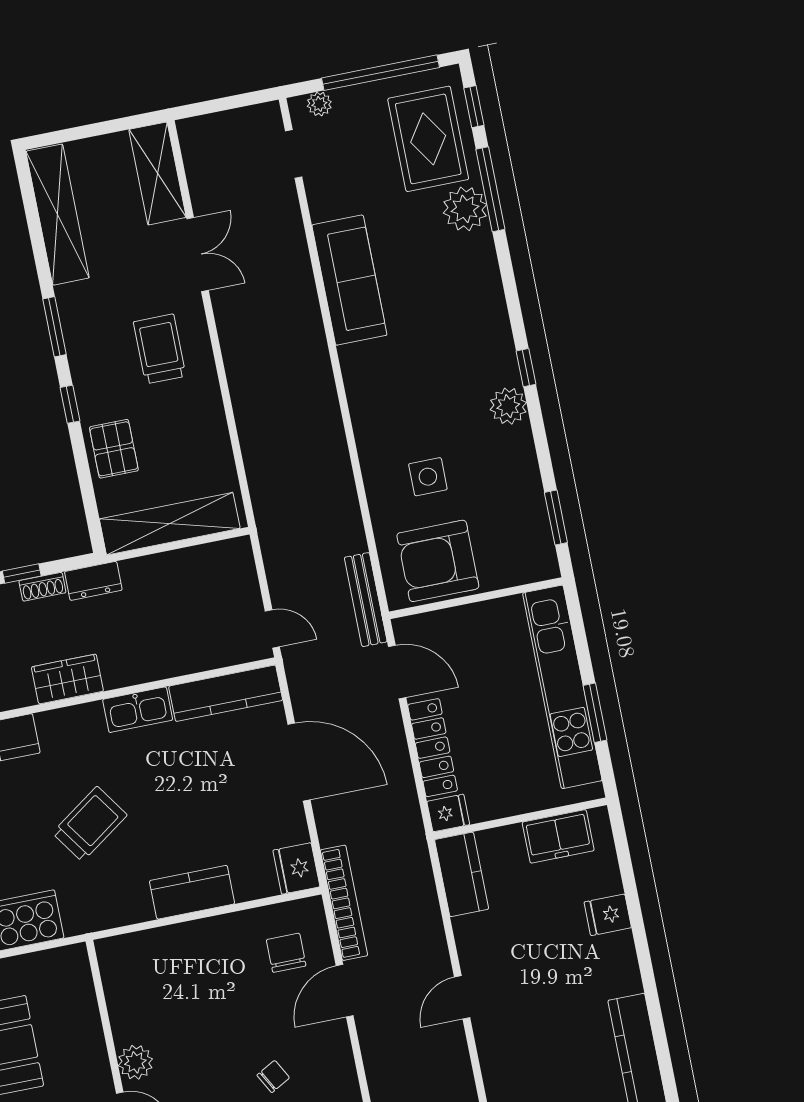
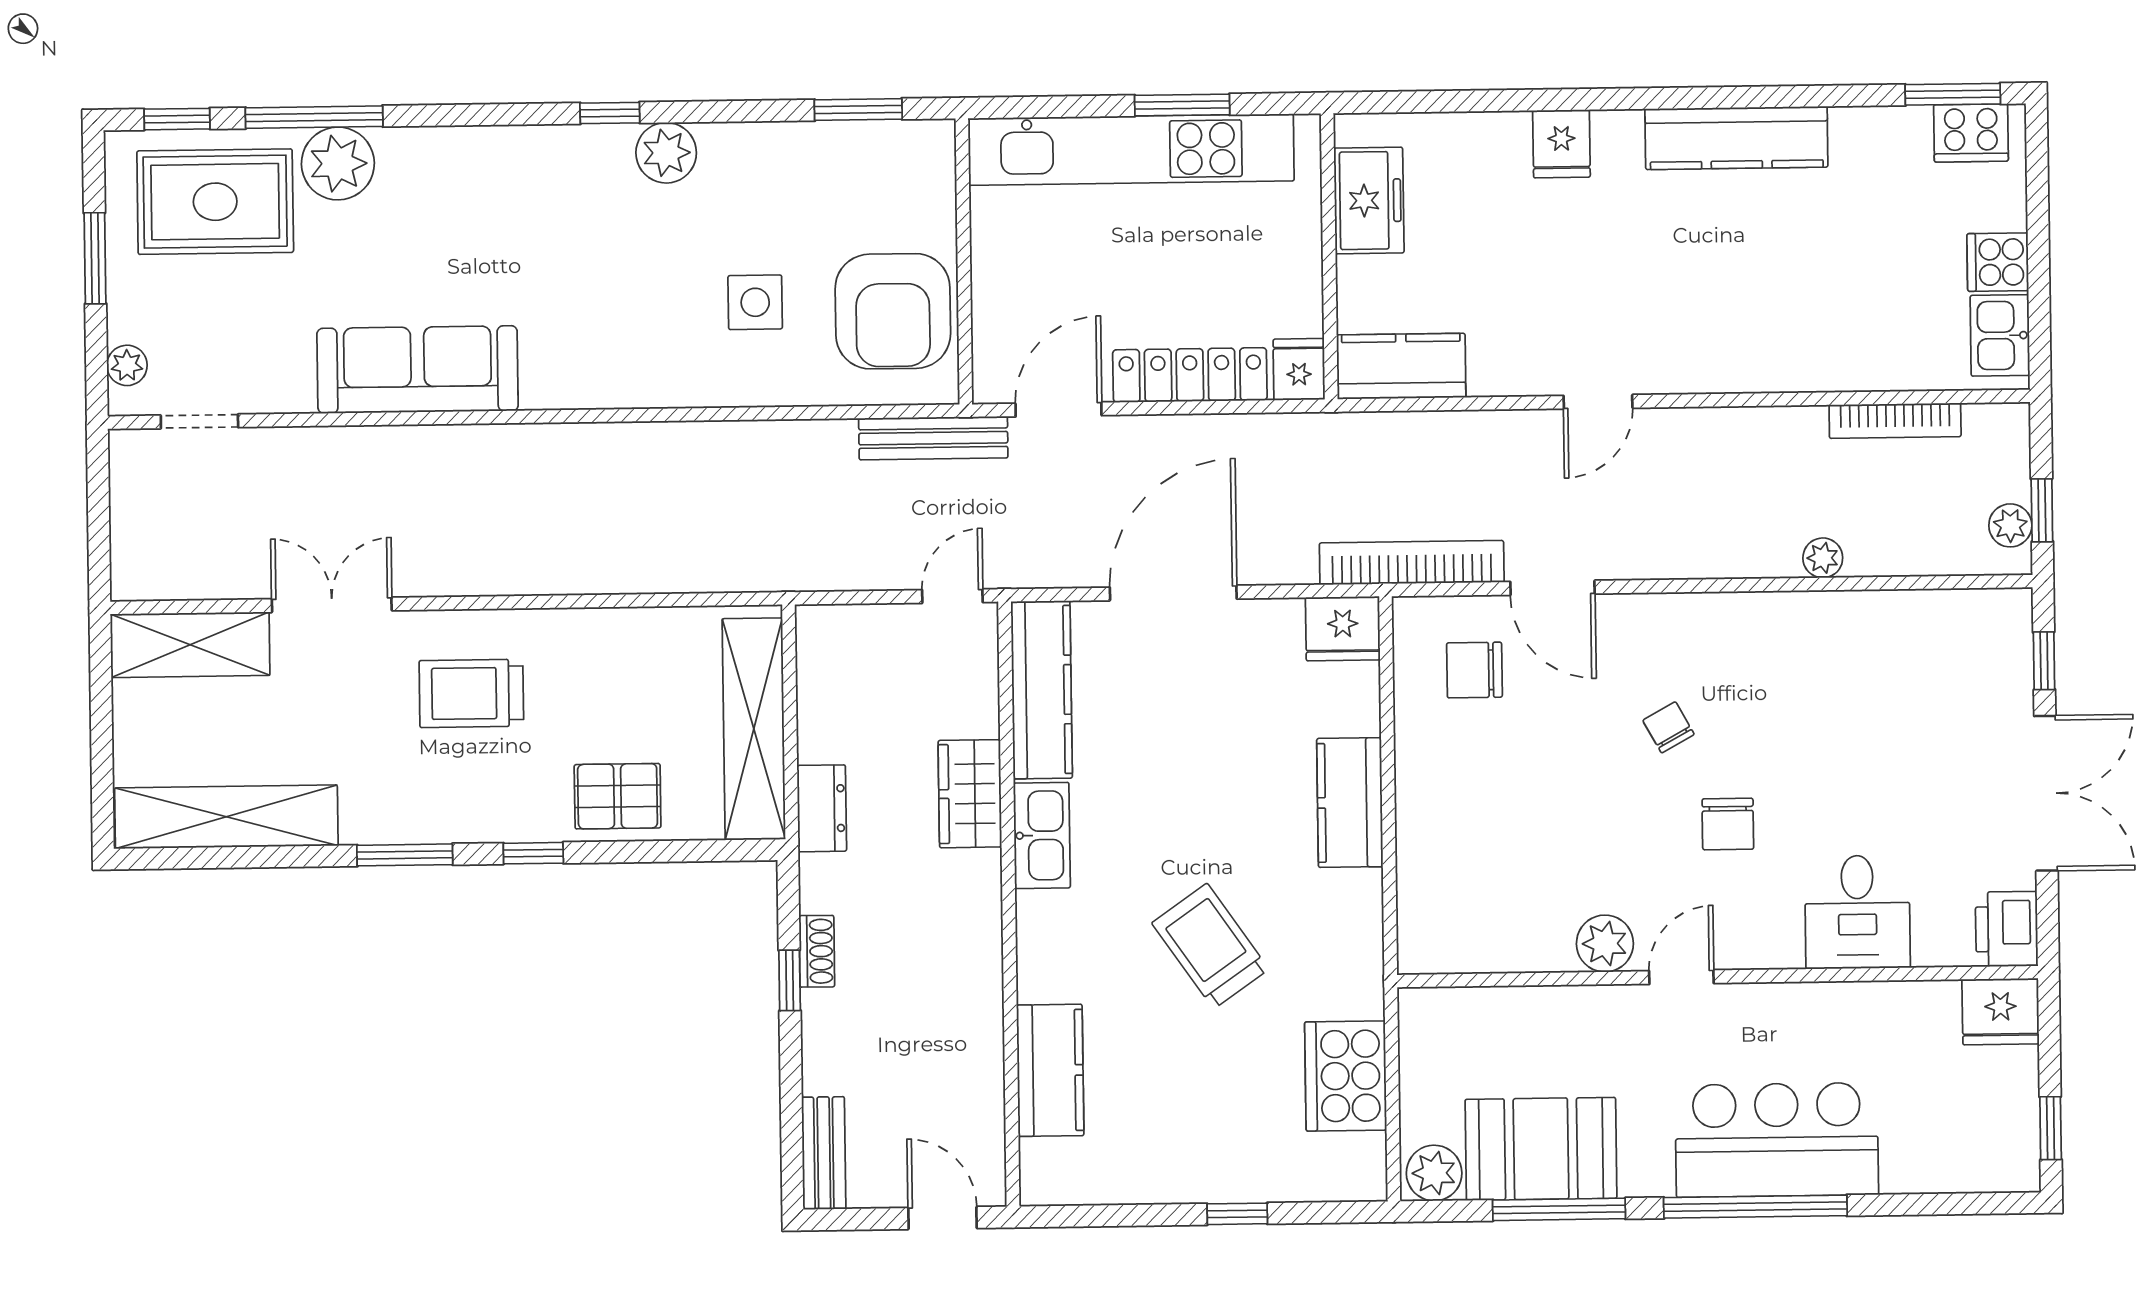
window: (380, 73) -> (95, 258), width x0.47
dresser: (93, 581) -> (822, 808), moved
wardrobe: (67, 679) -> (970, 794), moved
fridge: (608, 915) -> (1561, 144), moved
door: (462, 997) -> (1598, 402), hinge flipped

